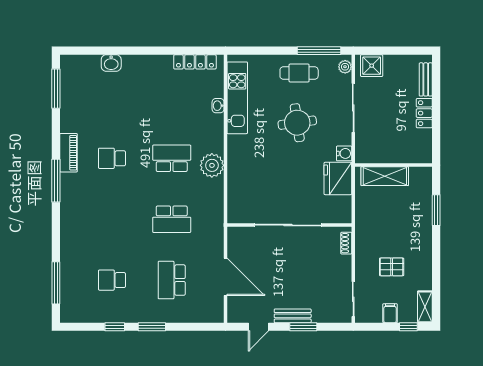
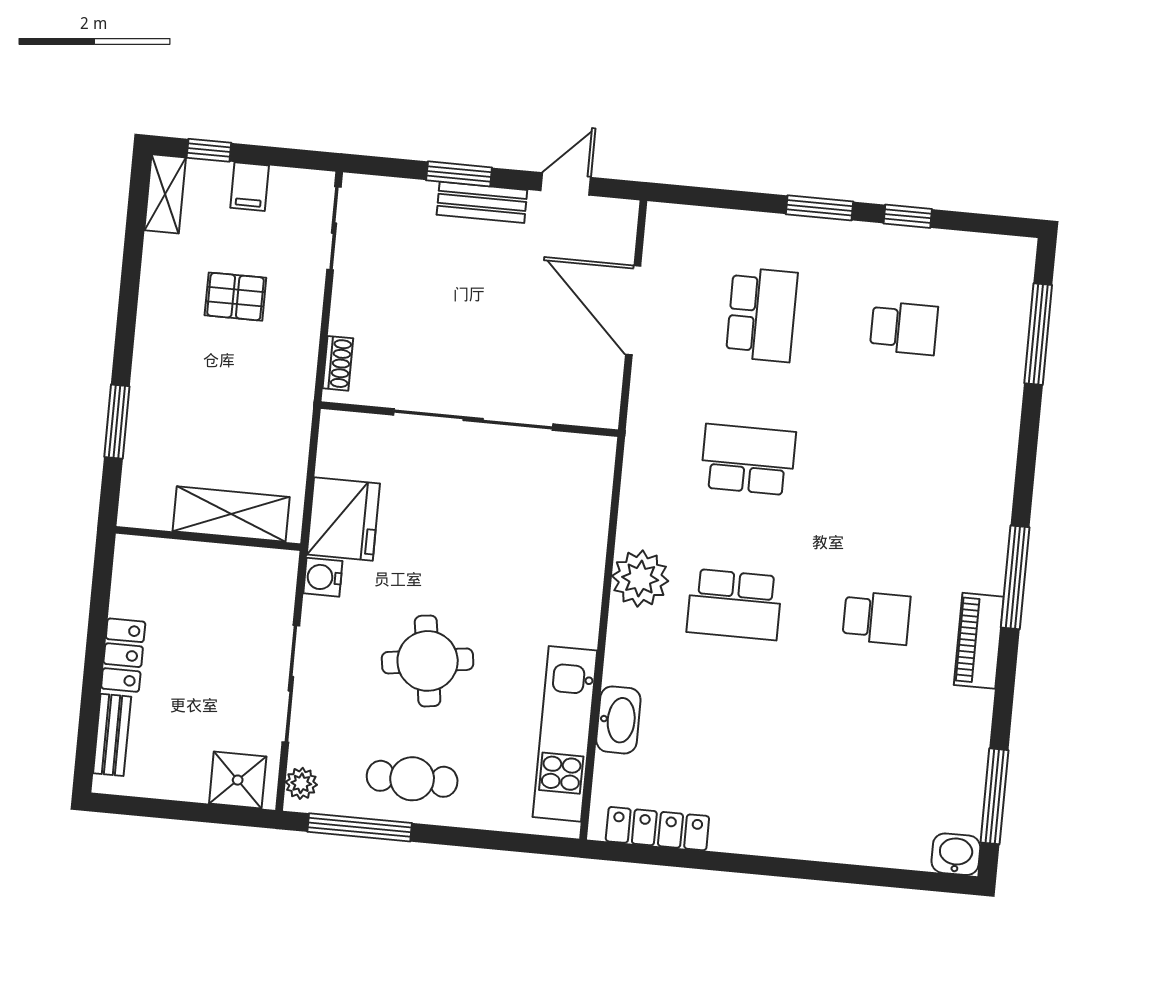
washbasin: (111, 63) -> (956, 854), moved
washbasin: (218, 106) -> (618, 720), width x1.91, depth x1.45

